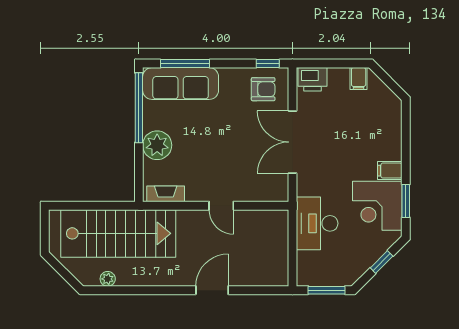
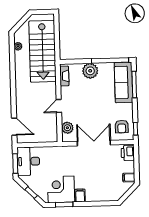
plant: (262, 191) -> (67, 128), added
desk: (317, 223) -> (28, 161), moved, turned -90
door: (212, 290) -> (14, 127), moved

